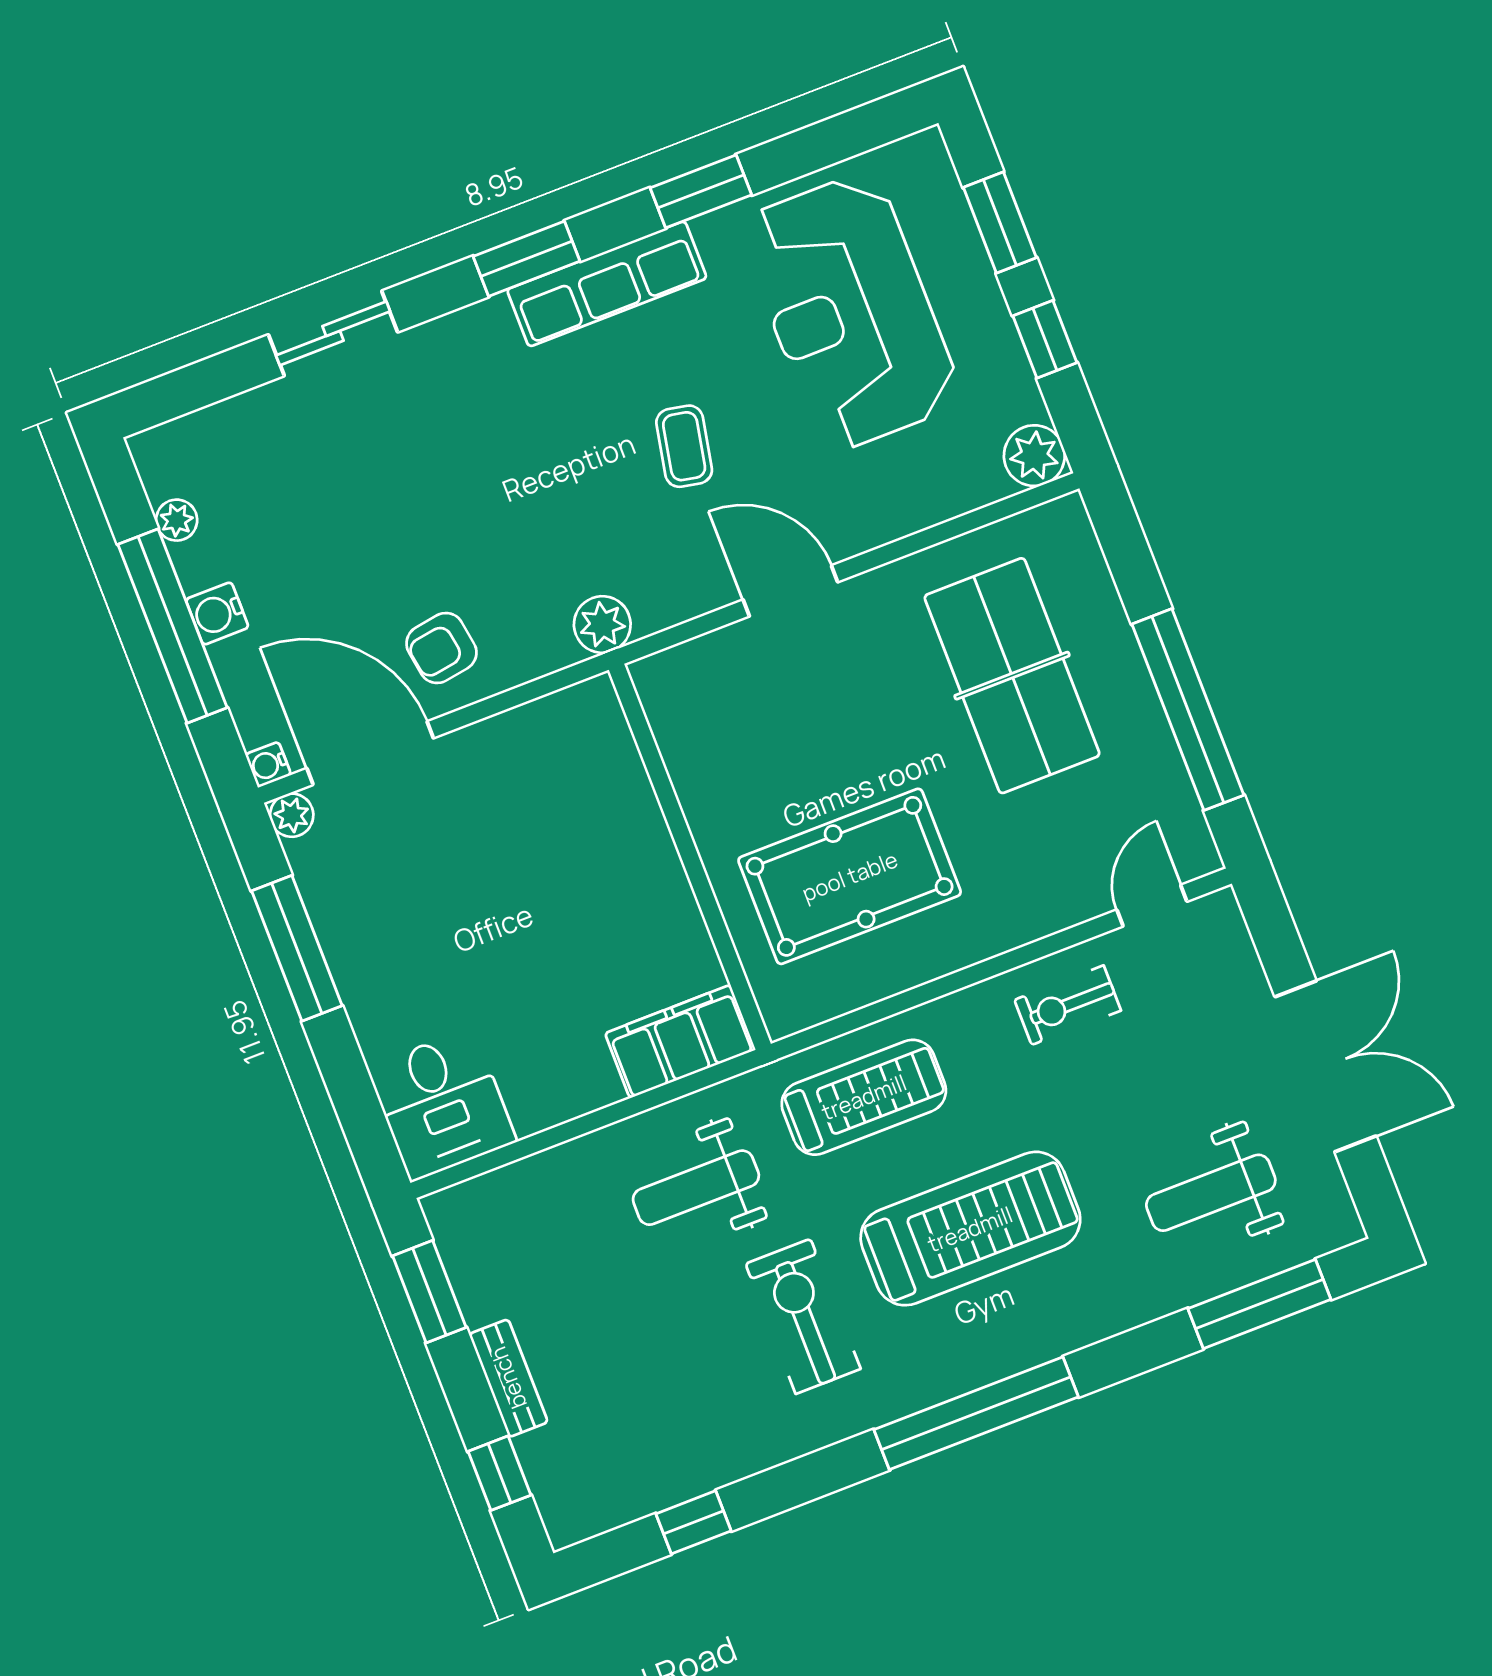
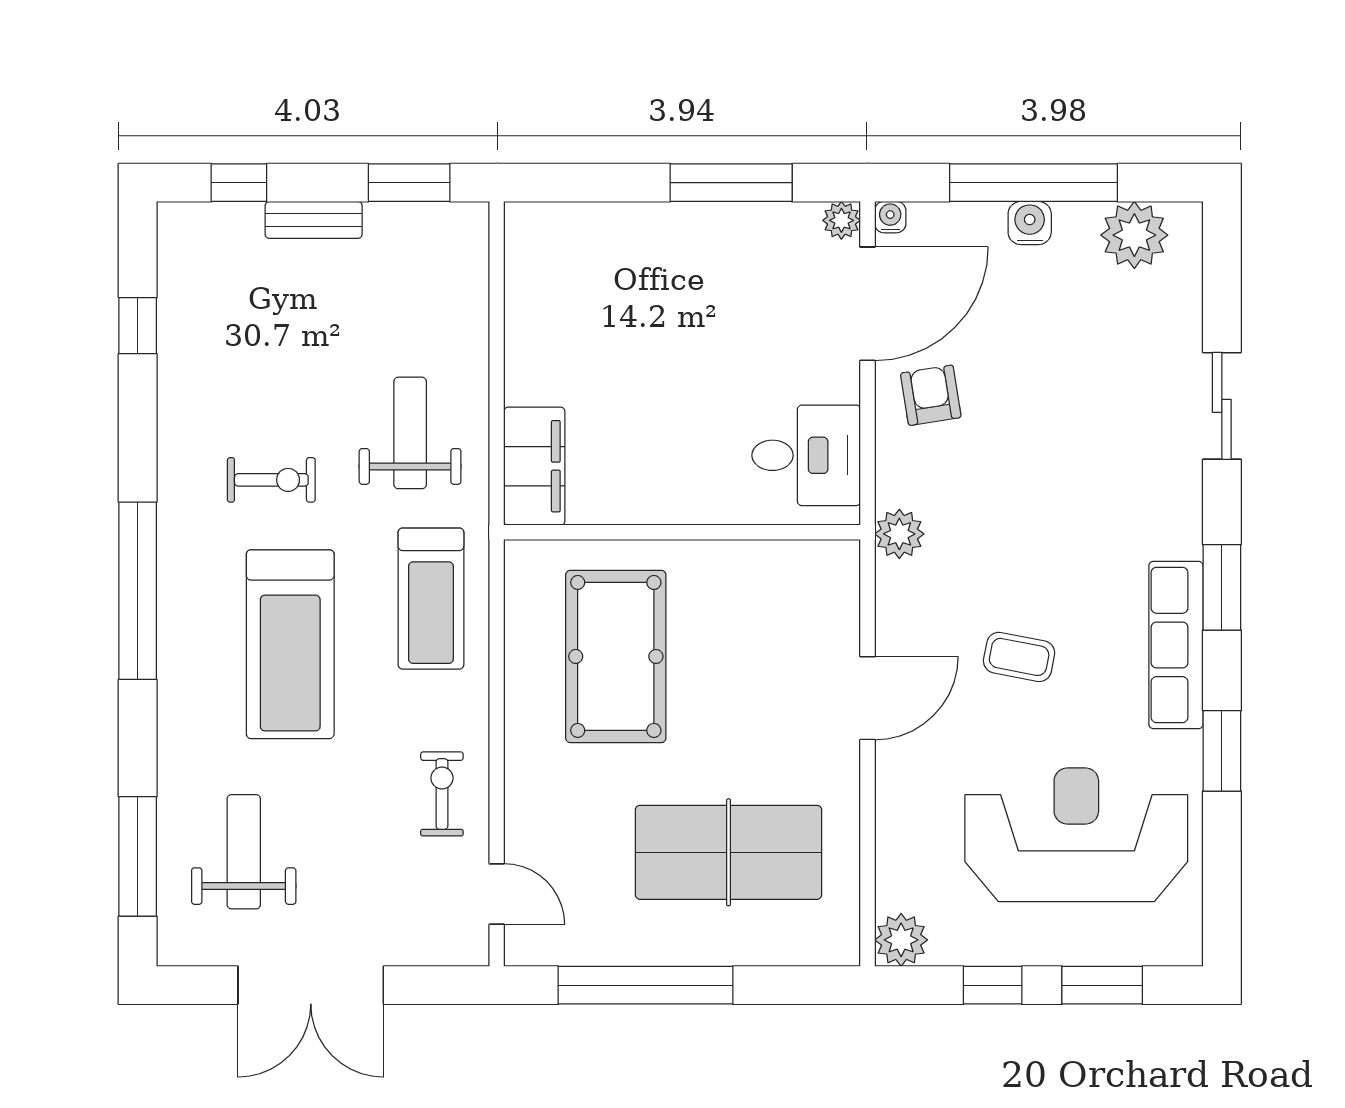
plant: (177, 520) -> (1134, 235), width x1.87, depth x1.87
desk: (442, 1104) -> (806, 455), moved, turned 180
exercise bike: (803, 1316) -> (271, 480), width x0.73, depth x0.72

